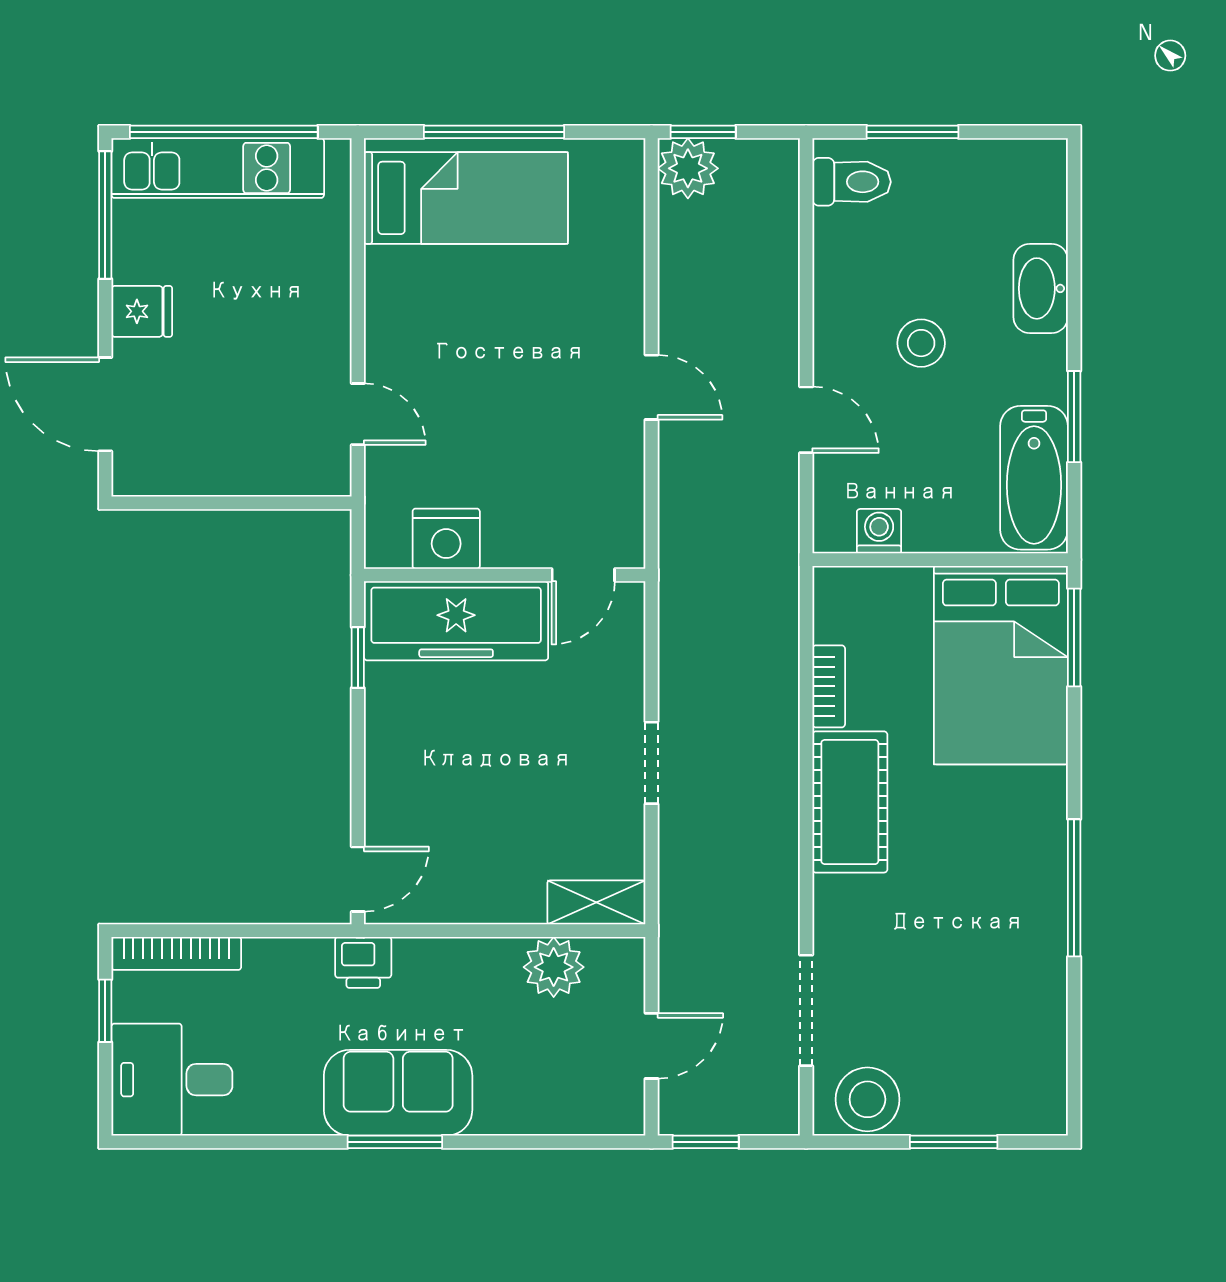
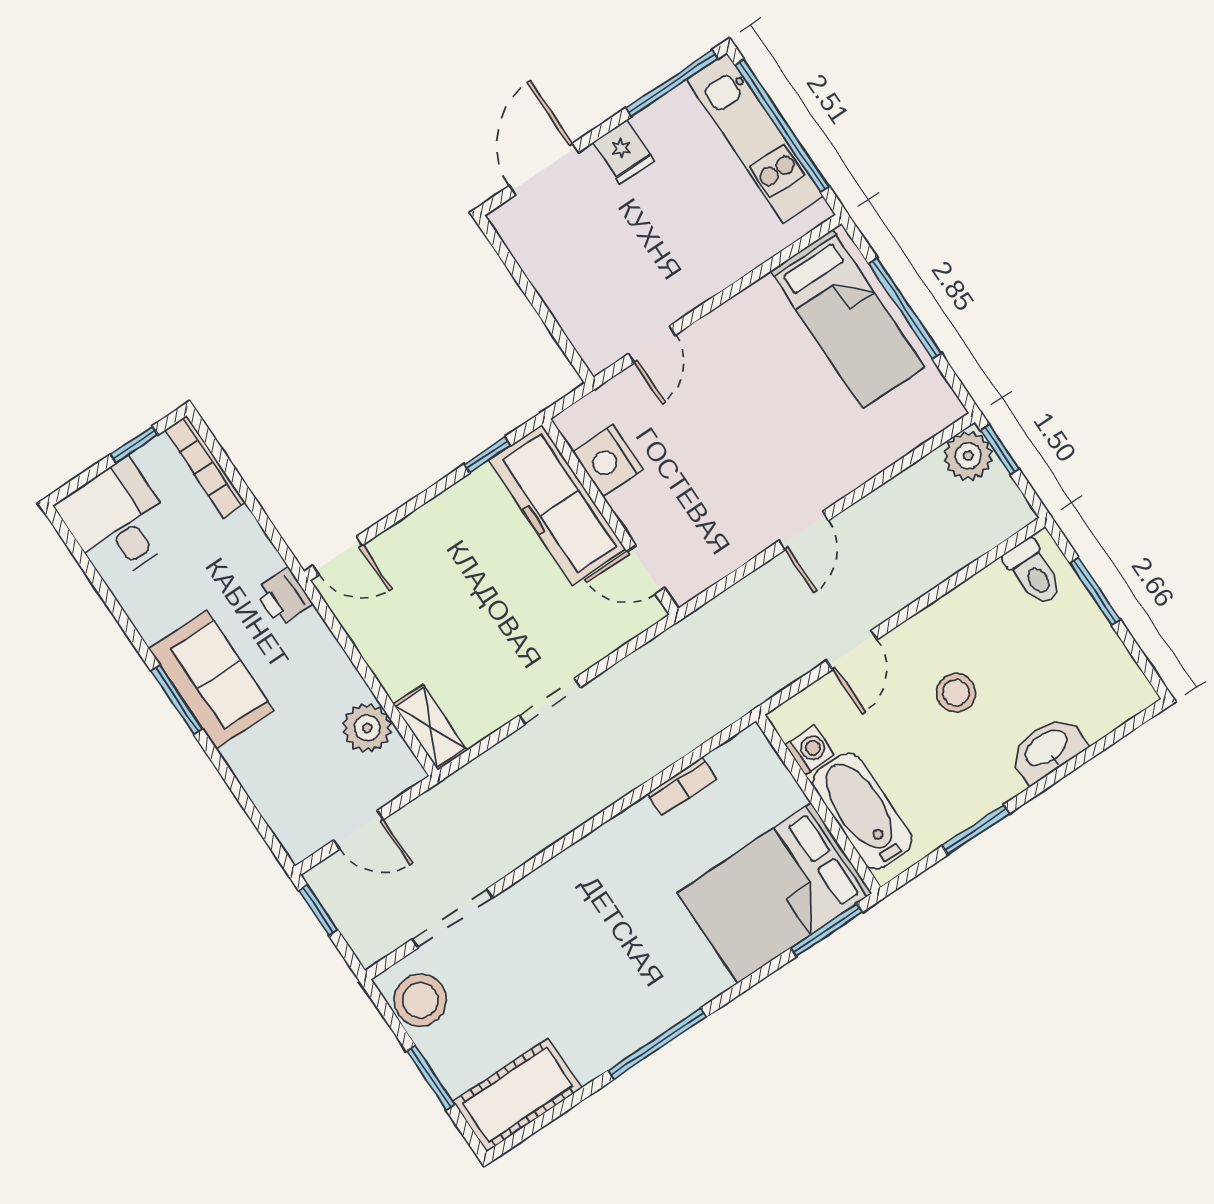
bathtub: (1034, 478) -> (862, 811), moved, turned 90
cot: (850, 802) -> (517, 1095), moved

